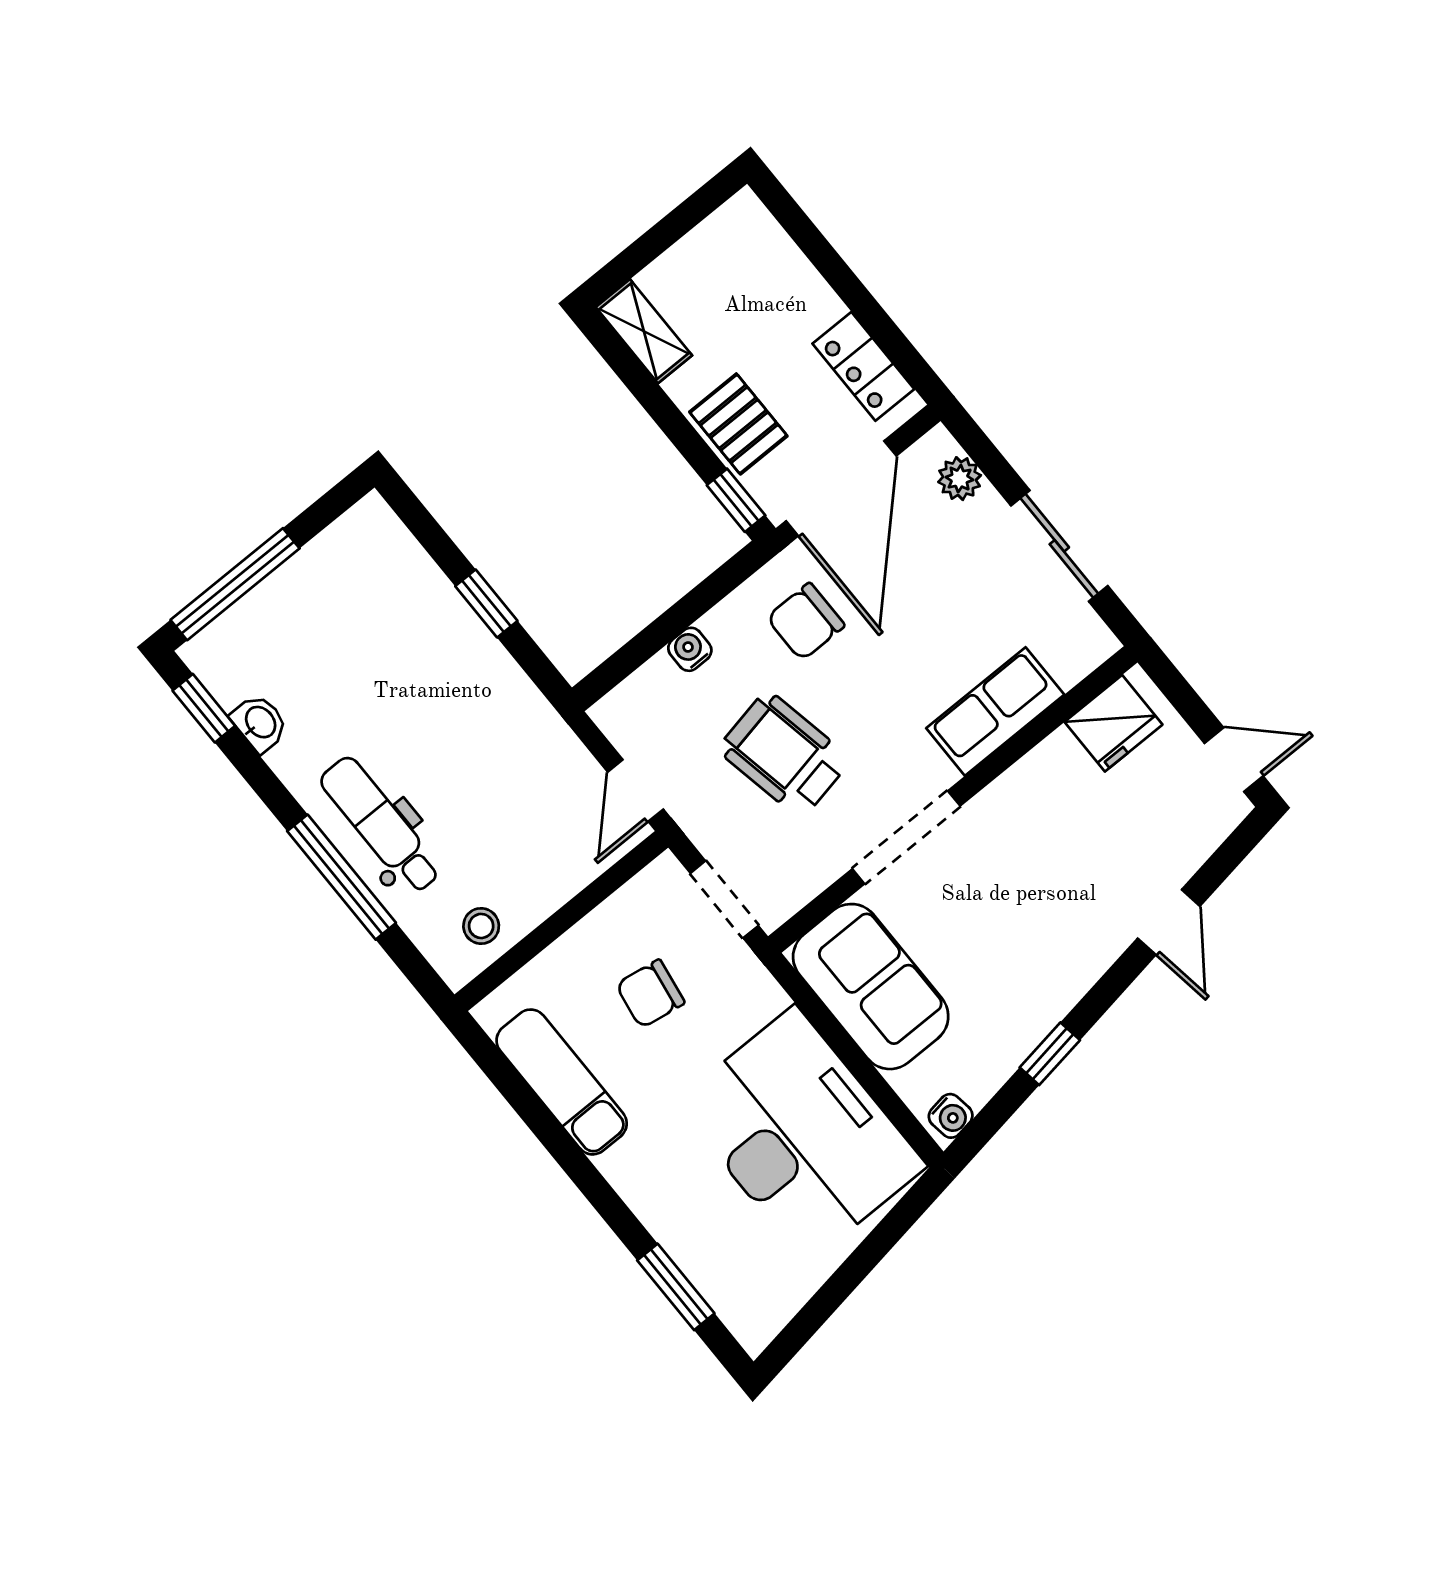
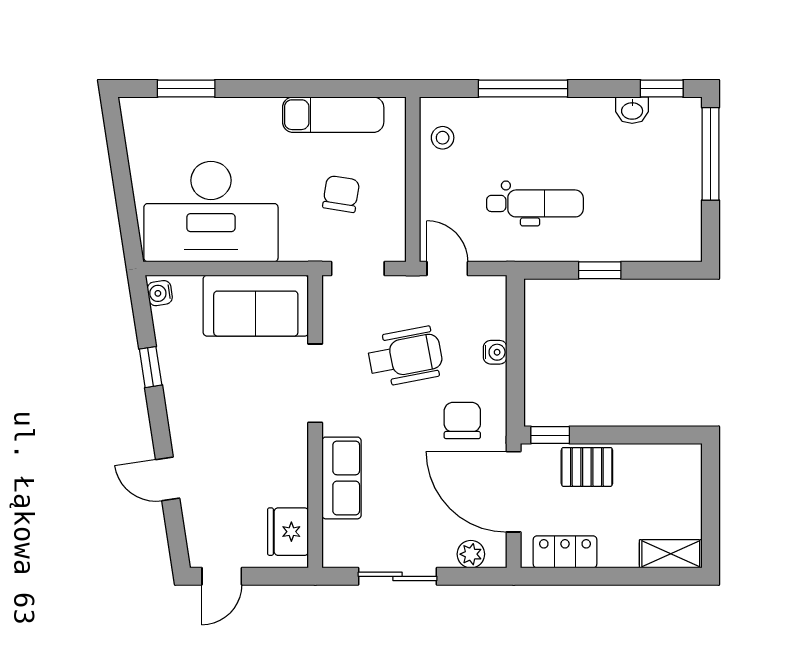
shelving: (644, 331) -> (671, 554), moved
dental chair: (381, 825) -> (535, 203), moved

